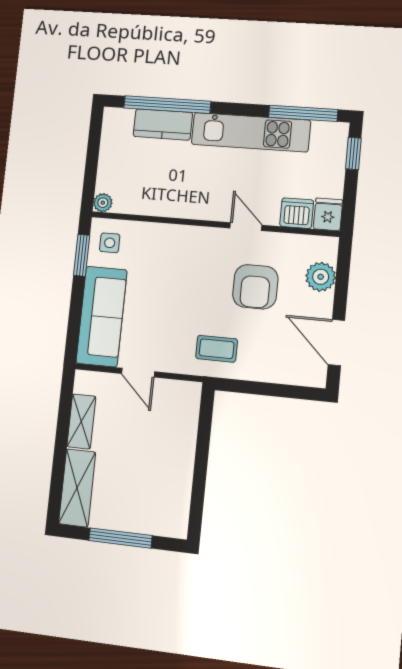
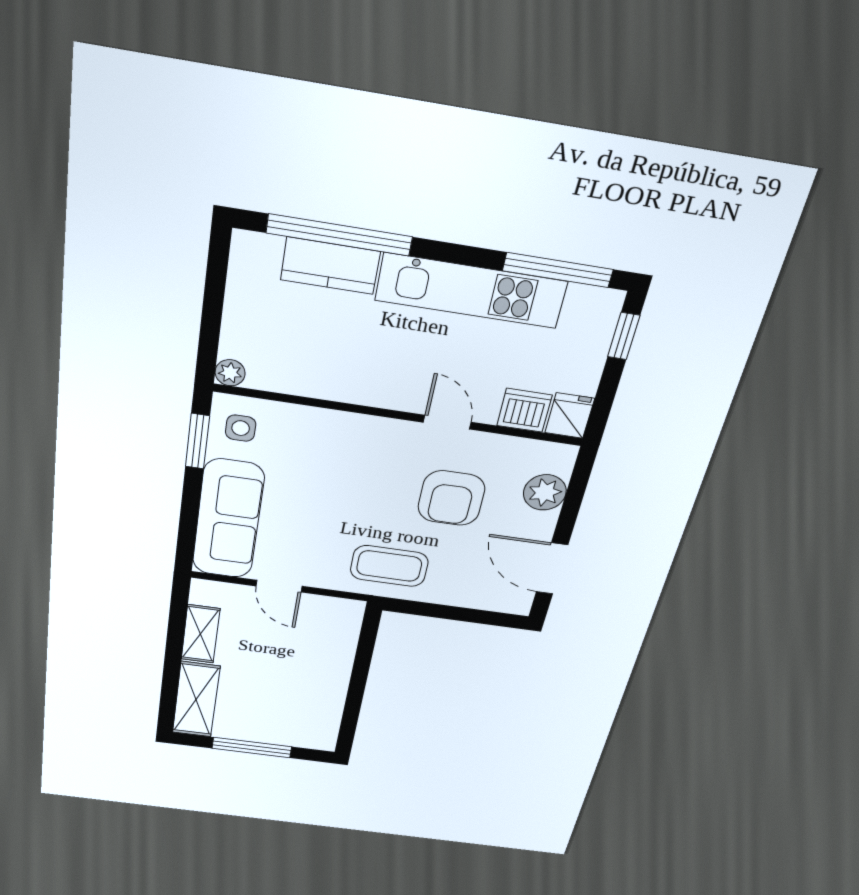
coffee table: (217, 349) -> (389, 566), width x1.36, depth x1.30

